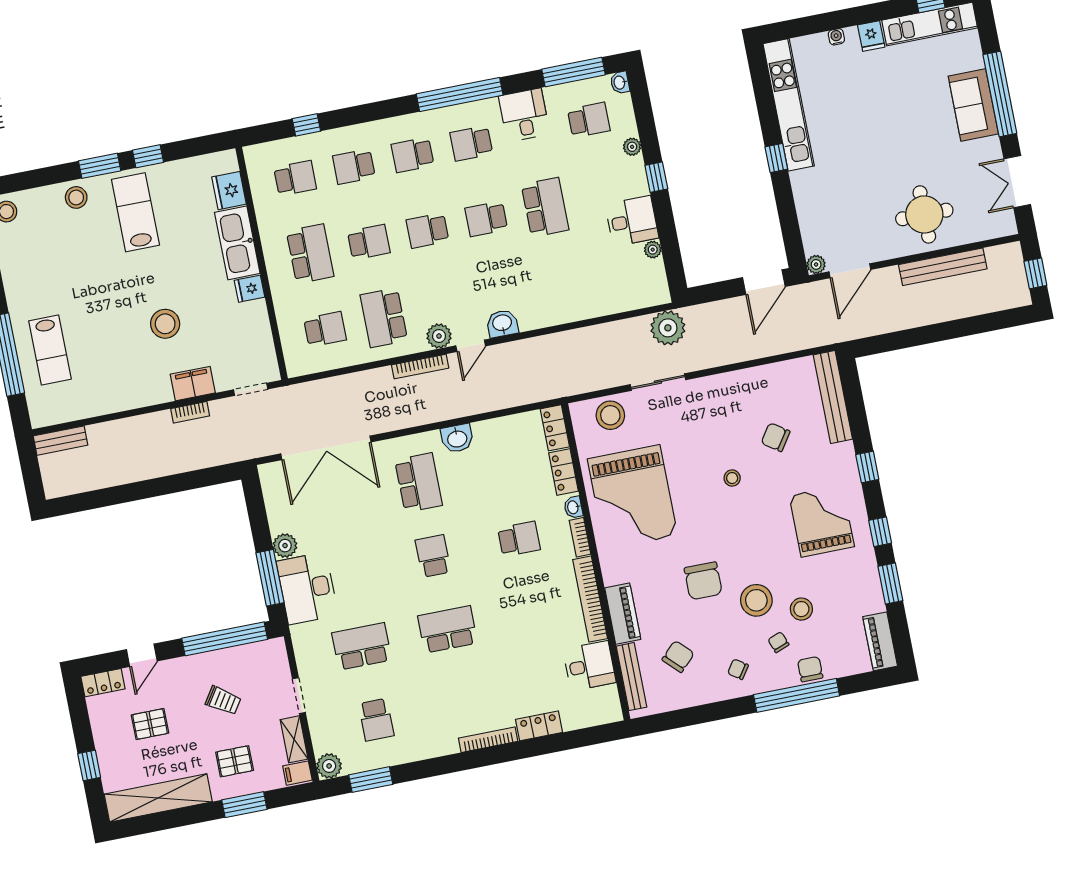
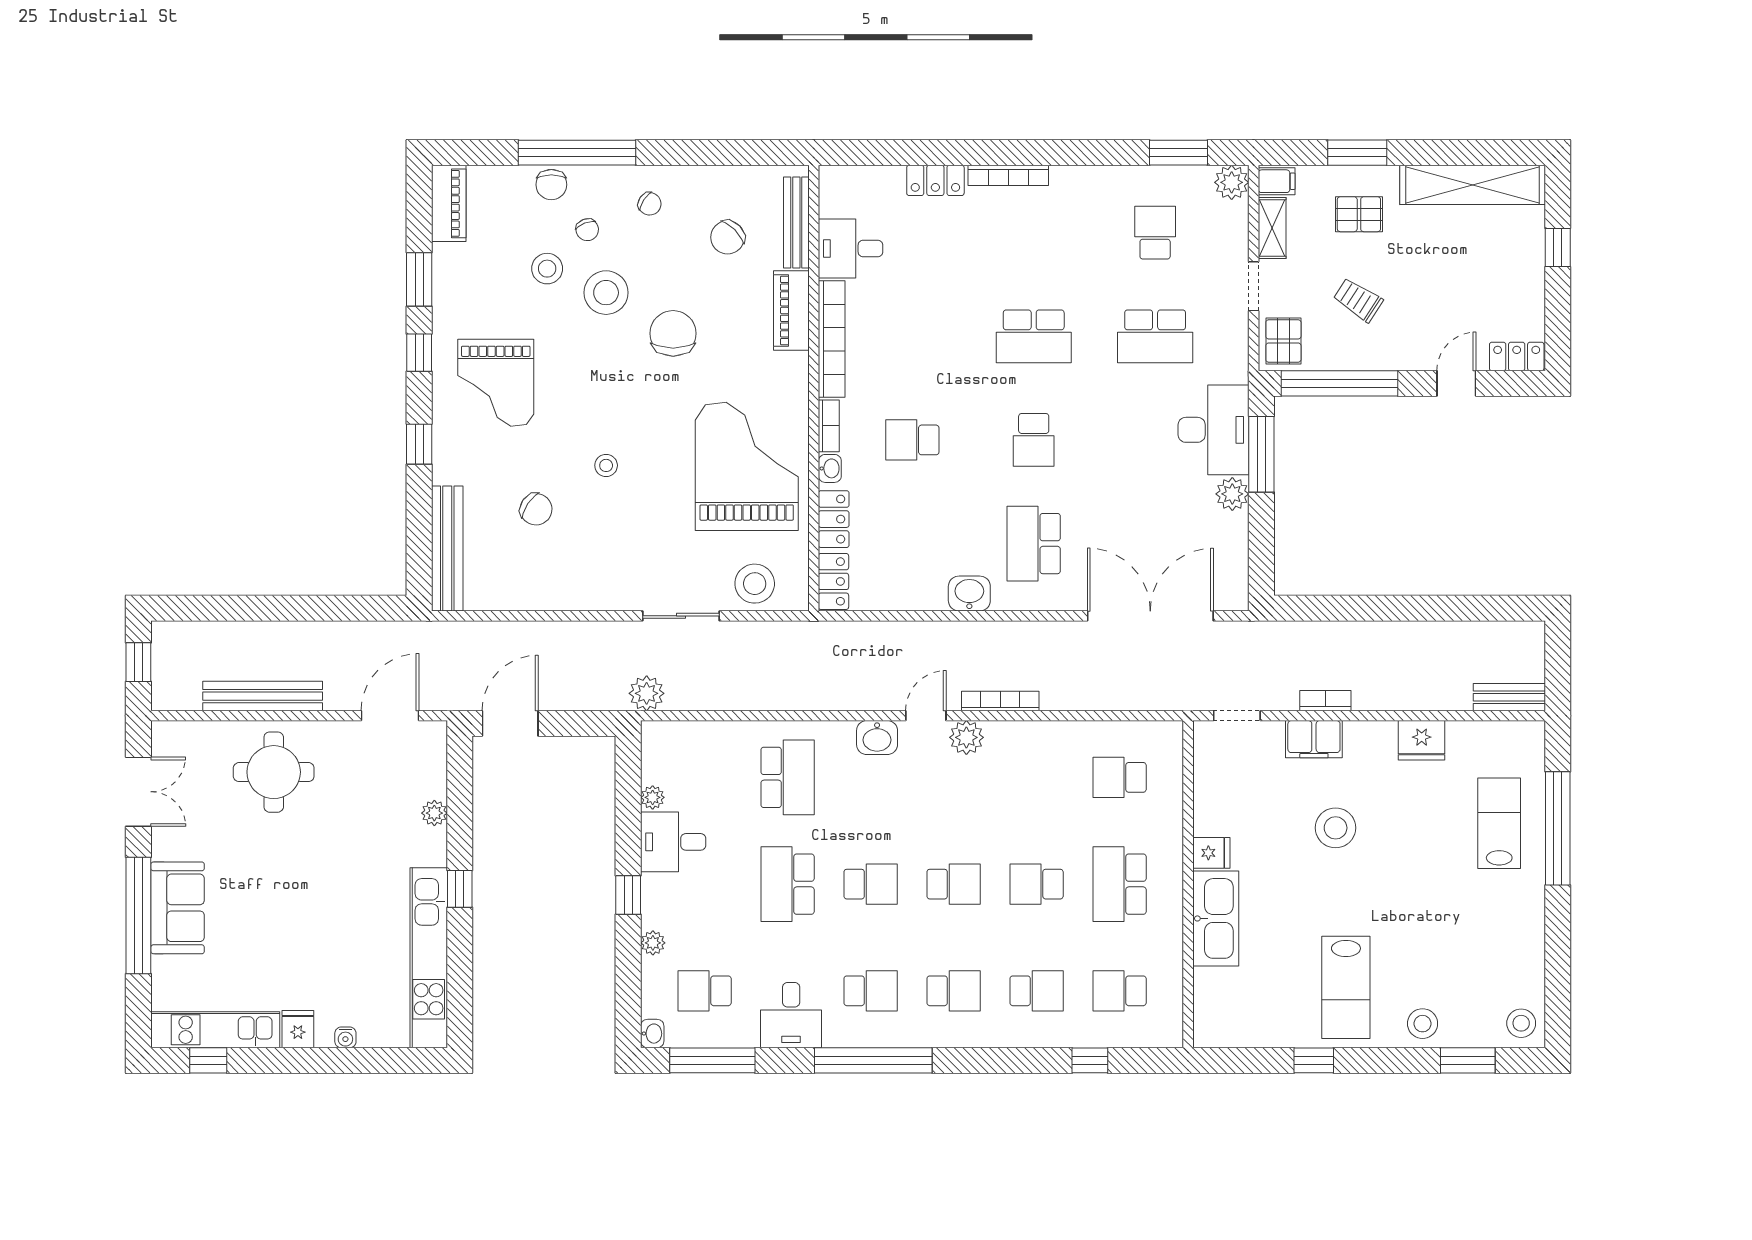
window: (100, 166) -> (1468, 1060), moved
fridge: (229, 191) -> (1422, 740), moved, turned 90
plant: (816, 264) -> (434, 813), moved
school desk: (384, 318) -> (788, 777), moved
plant: (668, 328) -> (647, 693), width x0.73, depth x0.73
pallet: (150, 724) -> (1283, 341), moved, turned 90

